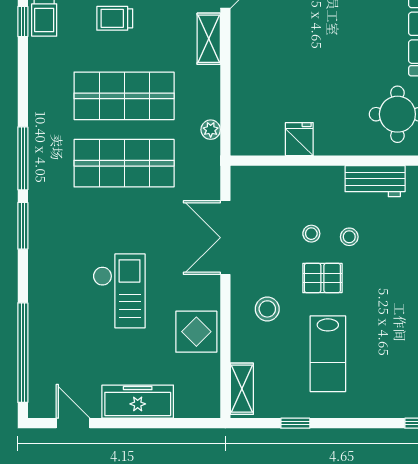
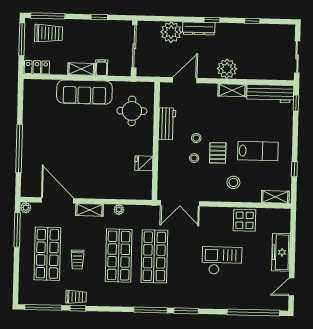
plant: (211, 130) -> (119, 210), moved
double door: (225, 238) -> (180, 203), moved

